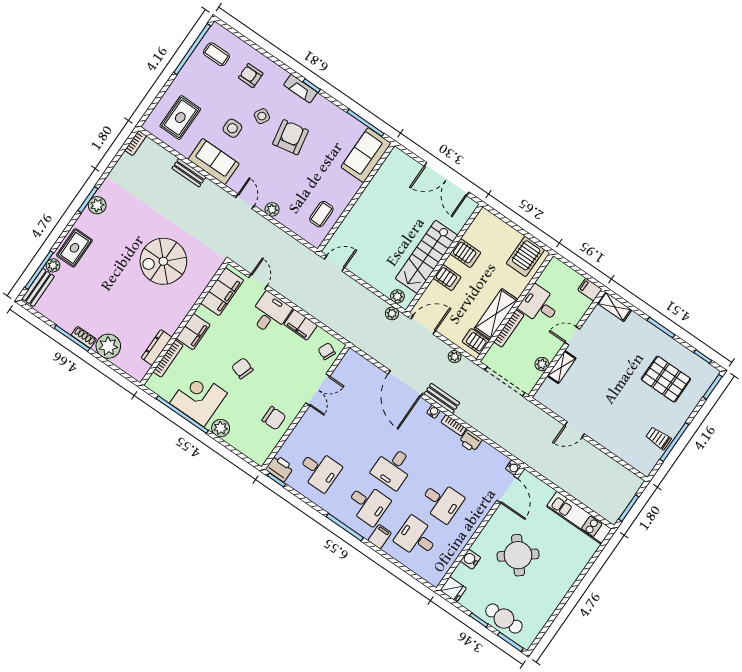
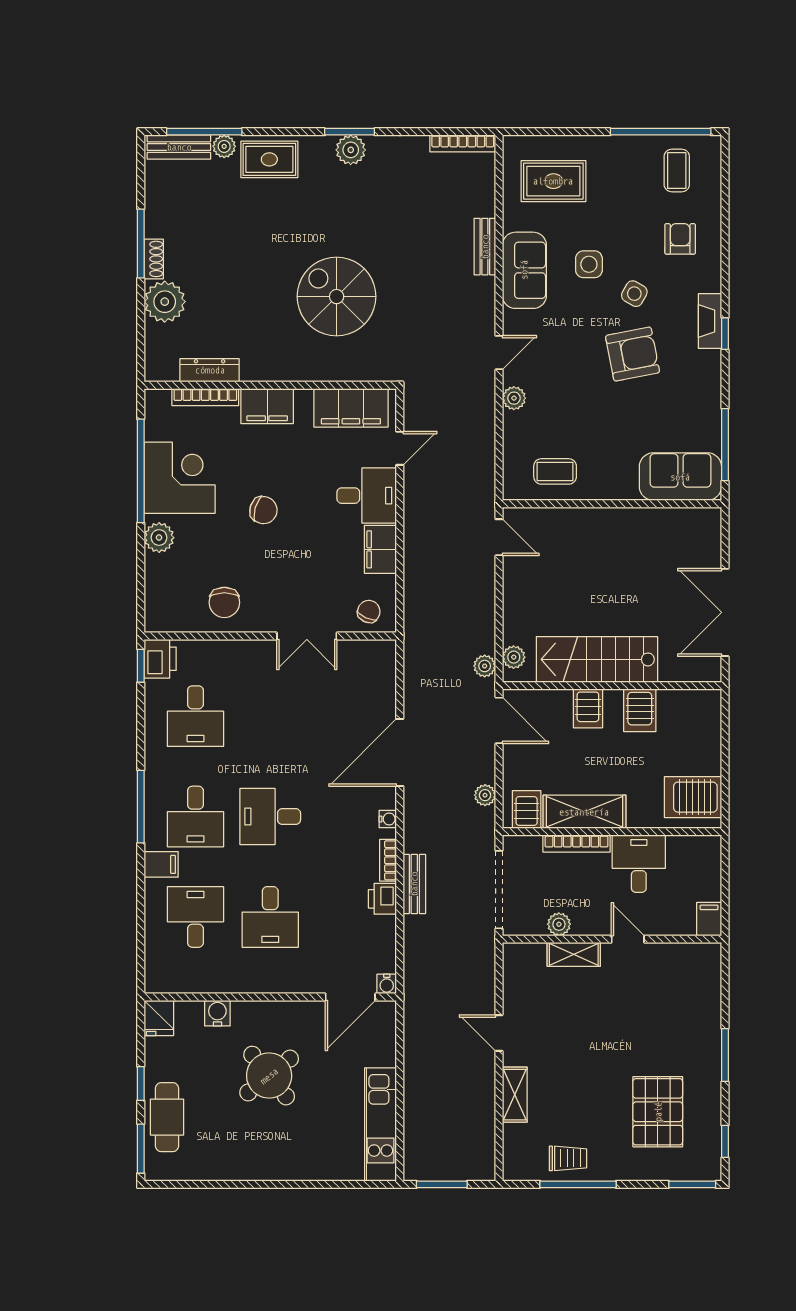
bookcase: (136, 143) -> (463, 143), width x1.56
shelving: (614, 307) -> (515, 1095), moved
chair: (242, 368) -> (264, 510), turned 87
bench: (442, 398) -> (414, 884), moved
trolley: (658, 438) -> (568, 1158), turned 90

